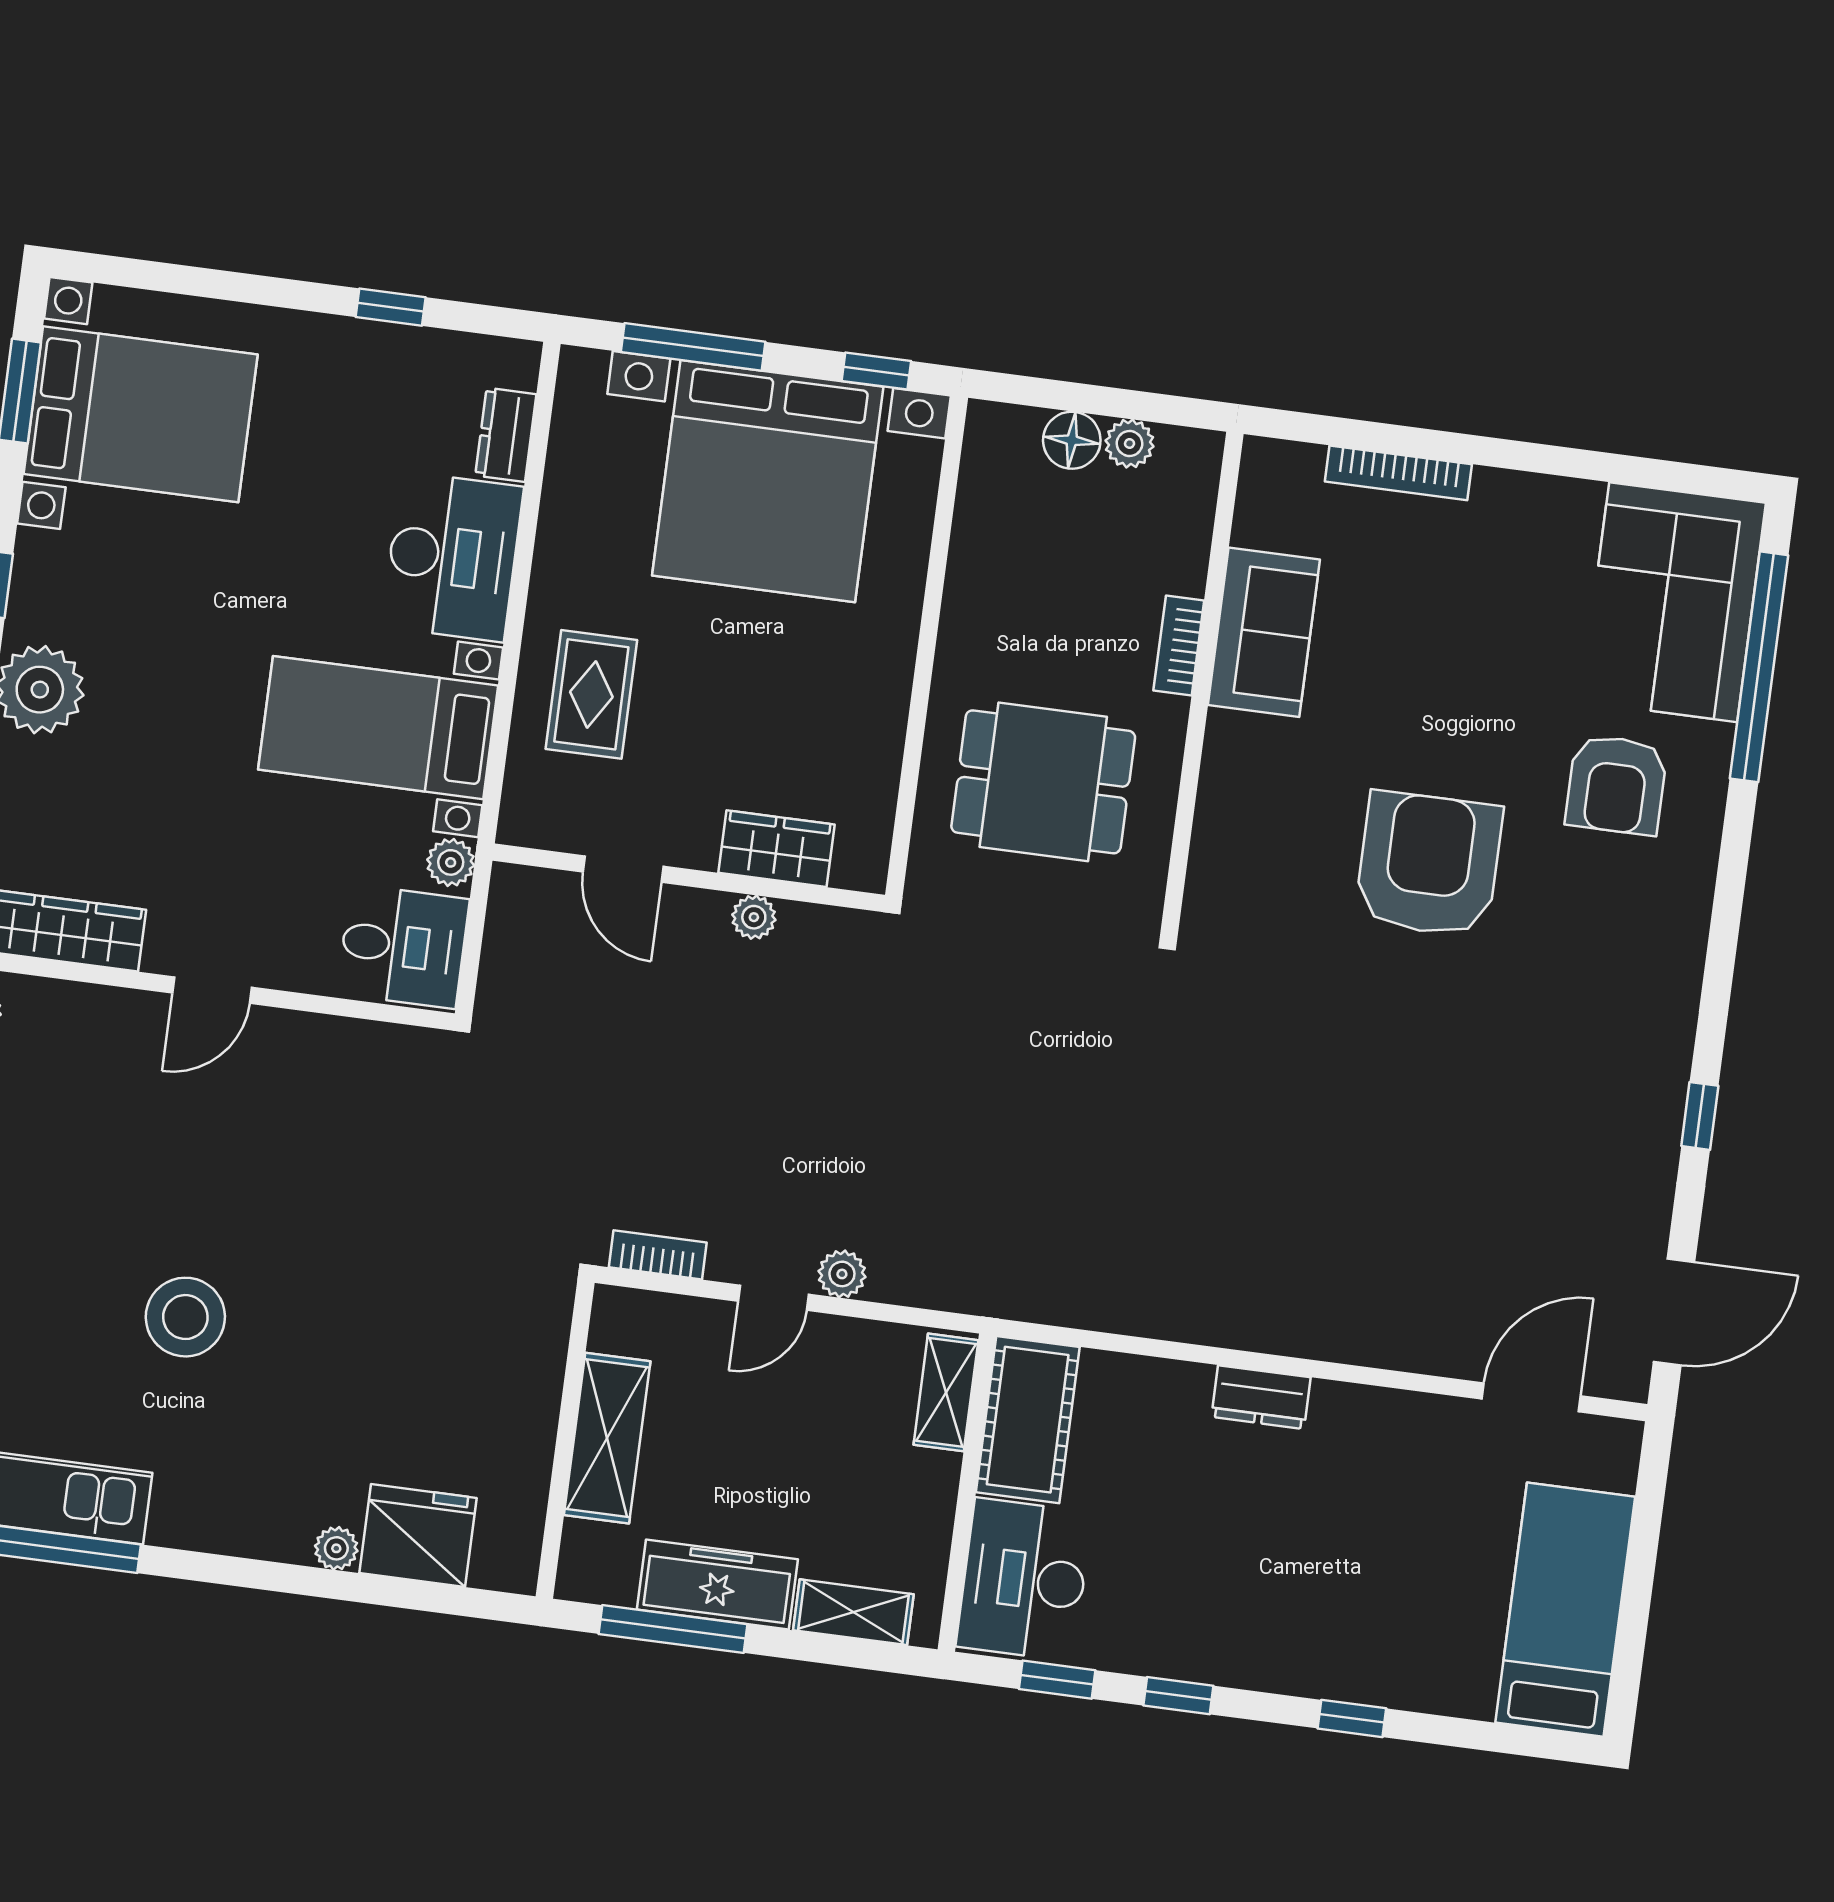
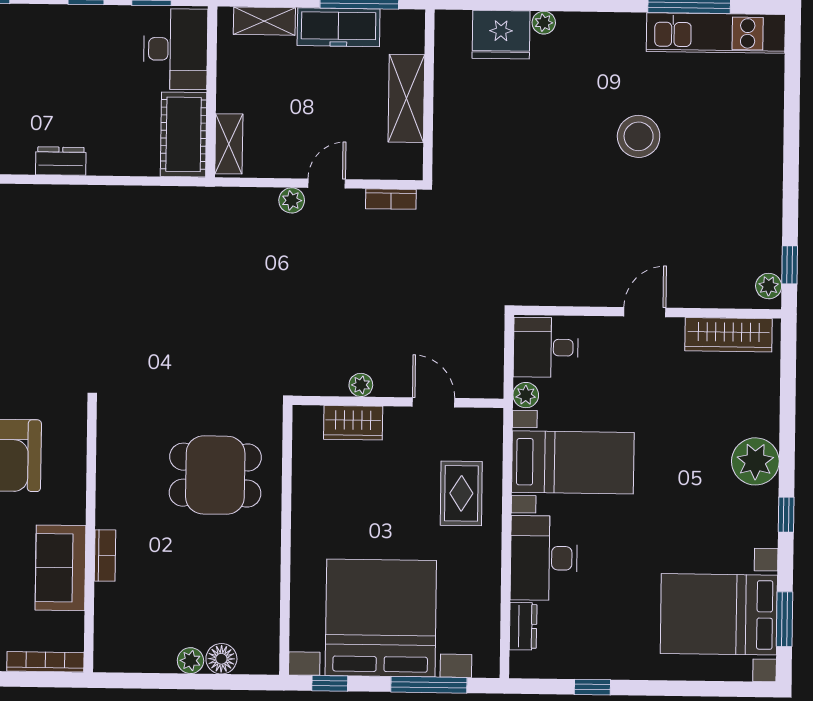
sofa: (1264, 632) -> (61, 568), moved
bookcase: (1179, 646) -> (105, 555), moved
wall: (1202, 683) -> (90, 537), moved

